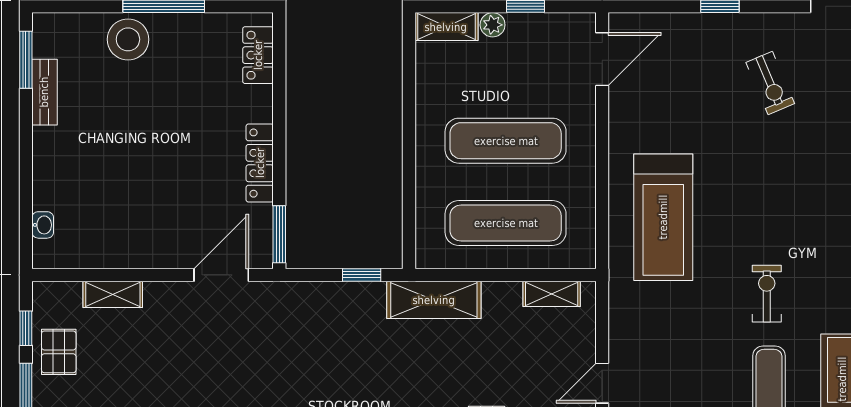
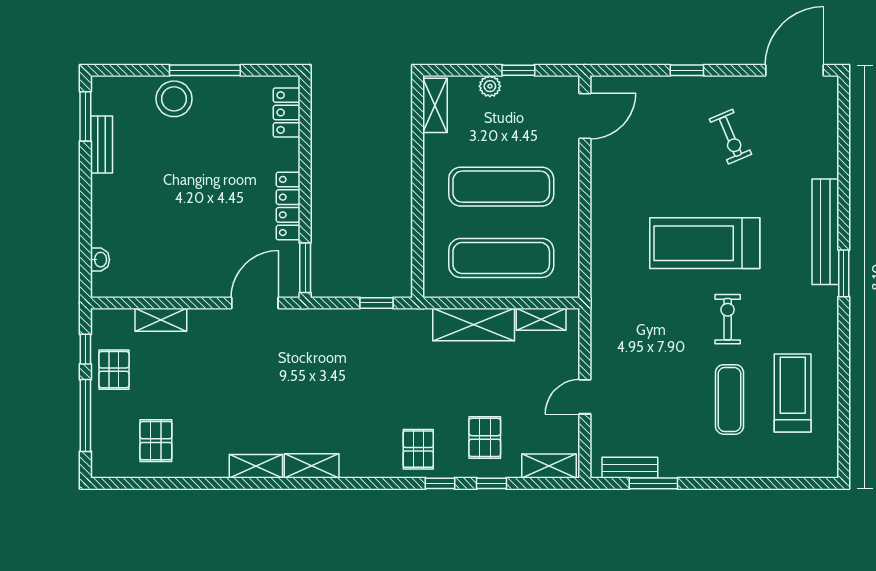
shelving: (446, 27) -> (435, 105), moved, turned 90
treadmill: (663, 217) -> (705, 243), moved, turned 90
shelving: (434, 300) -> (474, 325), moved

